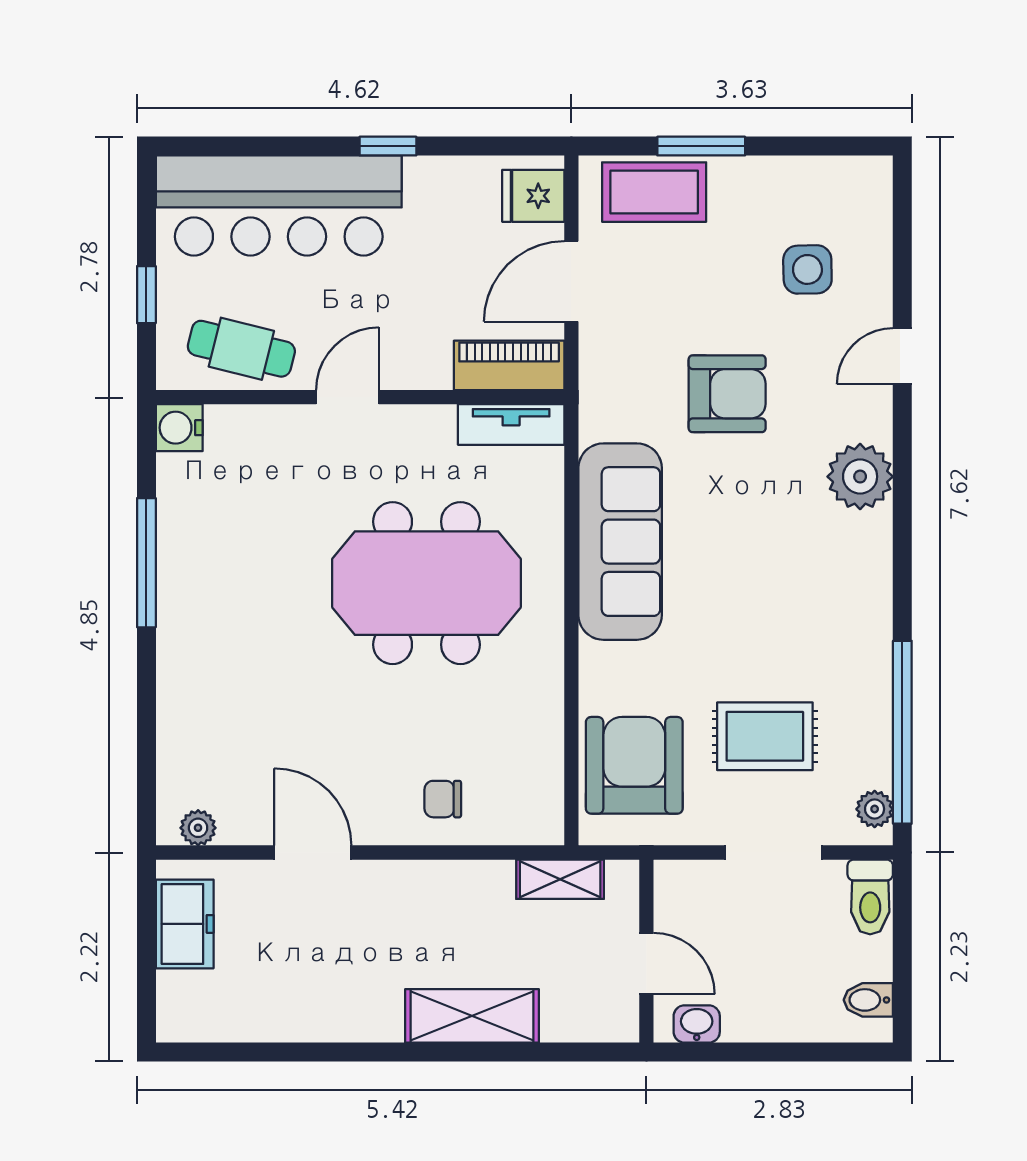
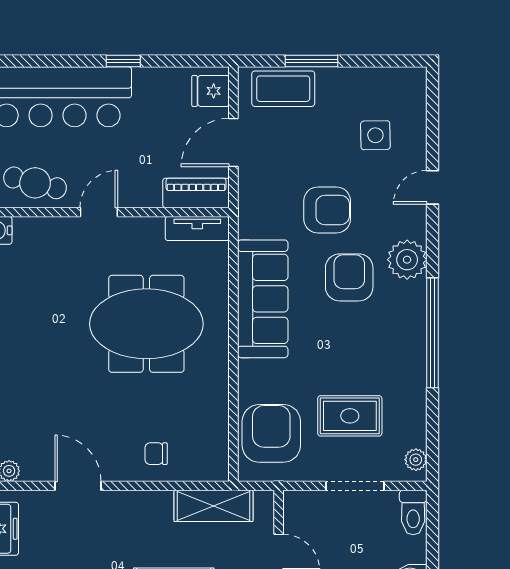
armchair: (764, 506) -> (349, 277), added
window: (902, 732) -> (432, 333), moved
shelving: (560, 879) -> (214, 506), width x1.50, depth x1.33

